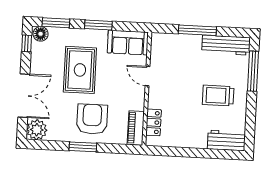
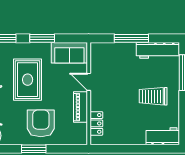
piano: (136, 128) -> (81, 107), moved

